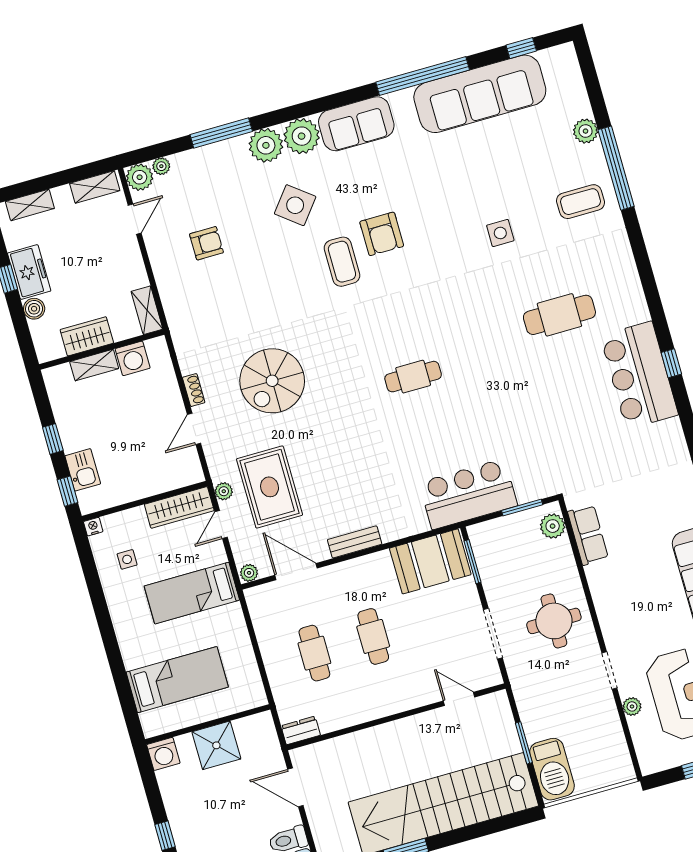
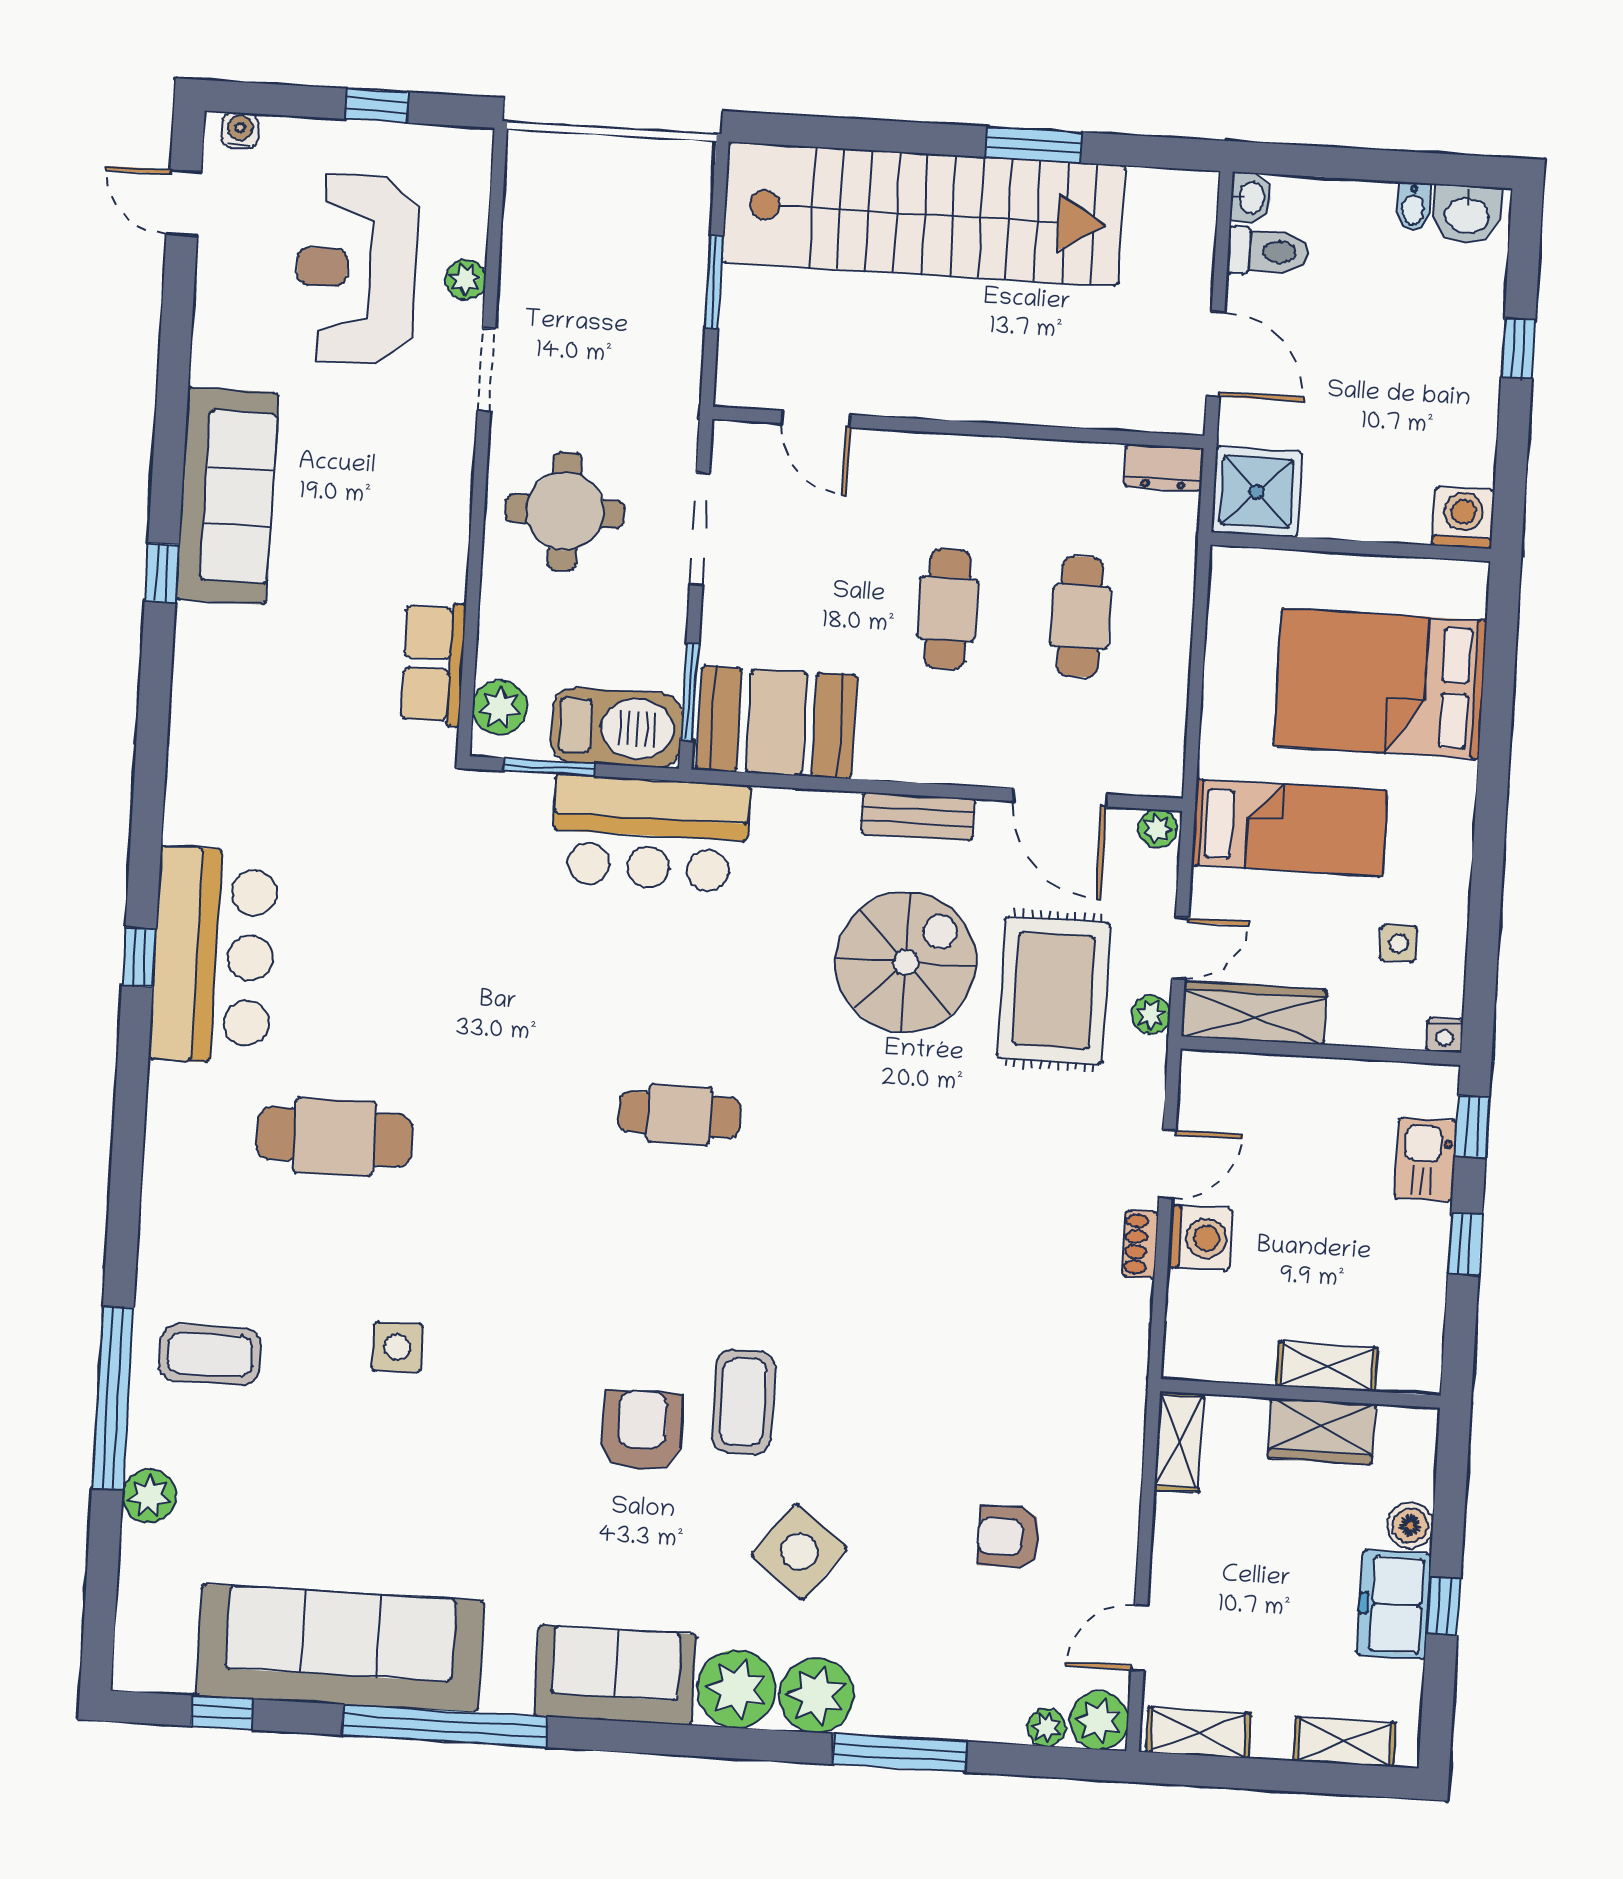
washing machine: (133, 358) -> (1200, 1238), moved, turned 90
spiral stairs: (272, 381) -> (906, 962), moved
bed: (177, 680) -> (1380, 684), width x1.50
shower: (216, 745) -> (1257, 492), moved
barbecue: (552, 769) -> (617, 728), moved, turned 90

